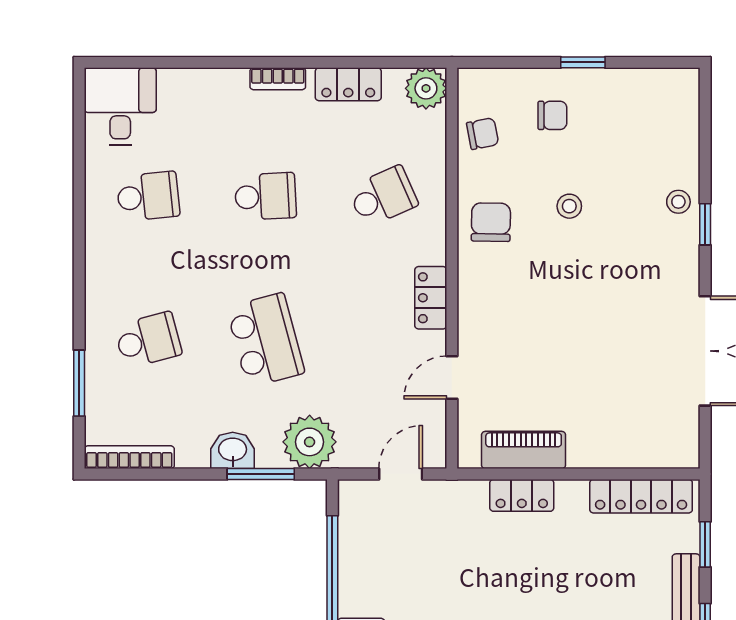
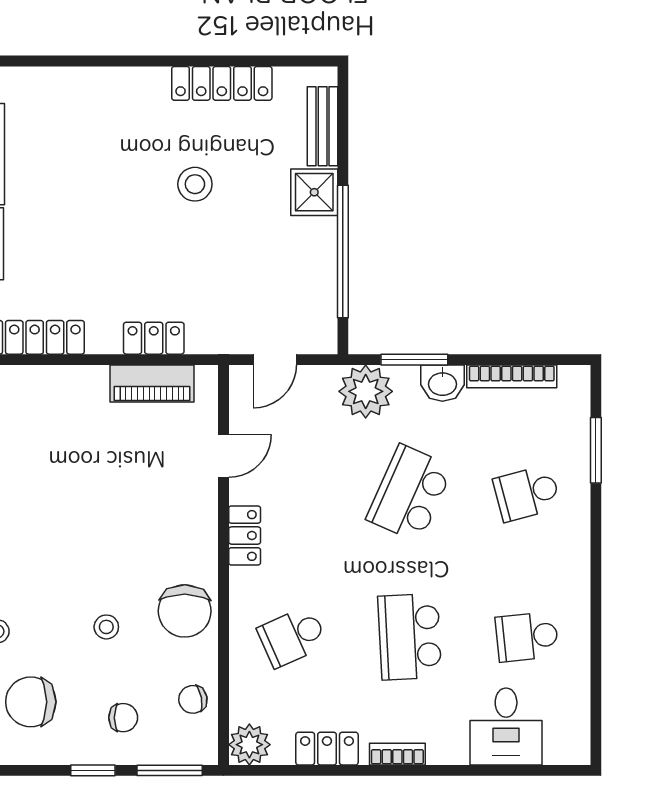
window: (506, 62) -> (170, 770), added
desk: (120, 106) -> (506, 727), moved
chair: (552, 115) -> (123, 718), turned 180
chair: (645, 131) -> (31, 702), added
school desk: (265, 196) -> (410, 637), width x1.85
chair: (491, 222) -> (185, 611), width x1.37, depth x1.37
school desk: (265, 340) -> (410, 493), turned 39
bookcase: (129, 457) -> (512, 376), moved

